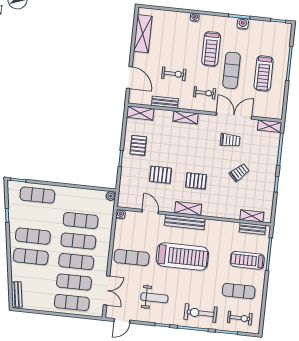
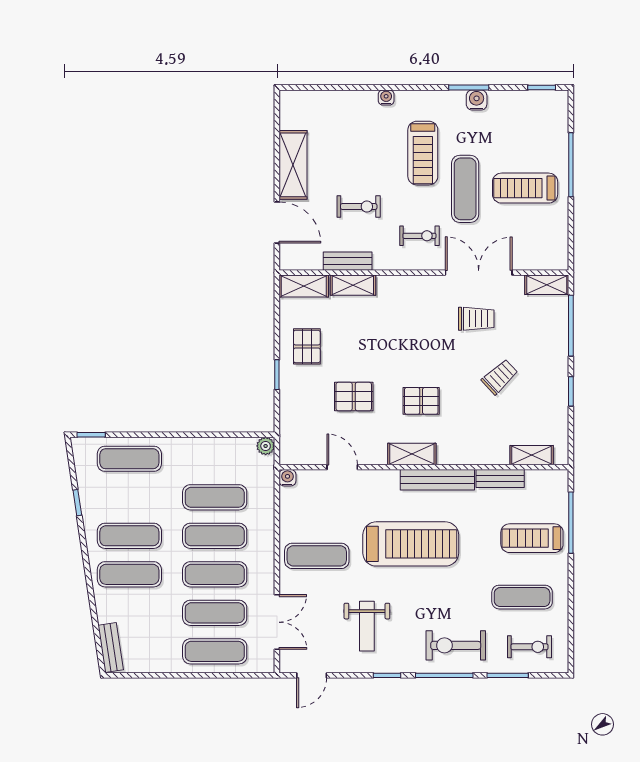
shelving: (143, 34) -> (293, 165), moved
treadmill: (264, 73) -> (525, 188), turned 90
shelving: (186, 117) -> (353, 285), moved
bench: (185, 222) -> (437, 480), moved
bench: (252, 229) -> (500, 479), moved
weight bench: (154, 298) -> (367, 626), turned 90

